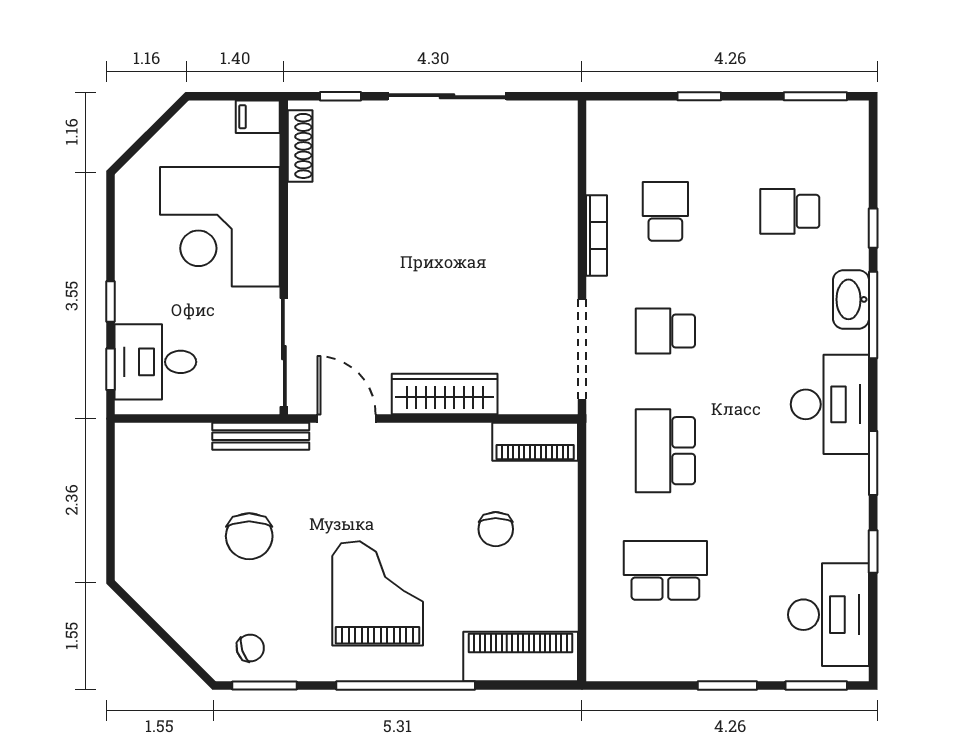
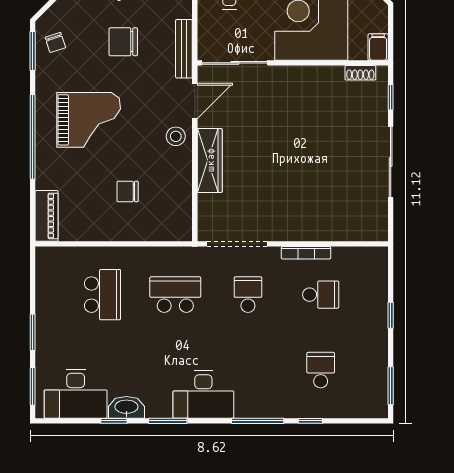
shoe rack: (300, 146) -> (360, 73), width x0.70
washbasin: (851, 299) -> (126, 407), moved
piano: (535, 442) -> (181, 215), removed
stool: (405, 450) -> (176, 136), added
piano: (521, 656) -> (47, 216), width x0.73, depth x0.75

